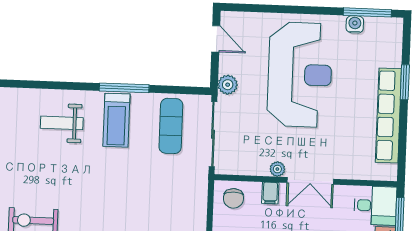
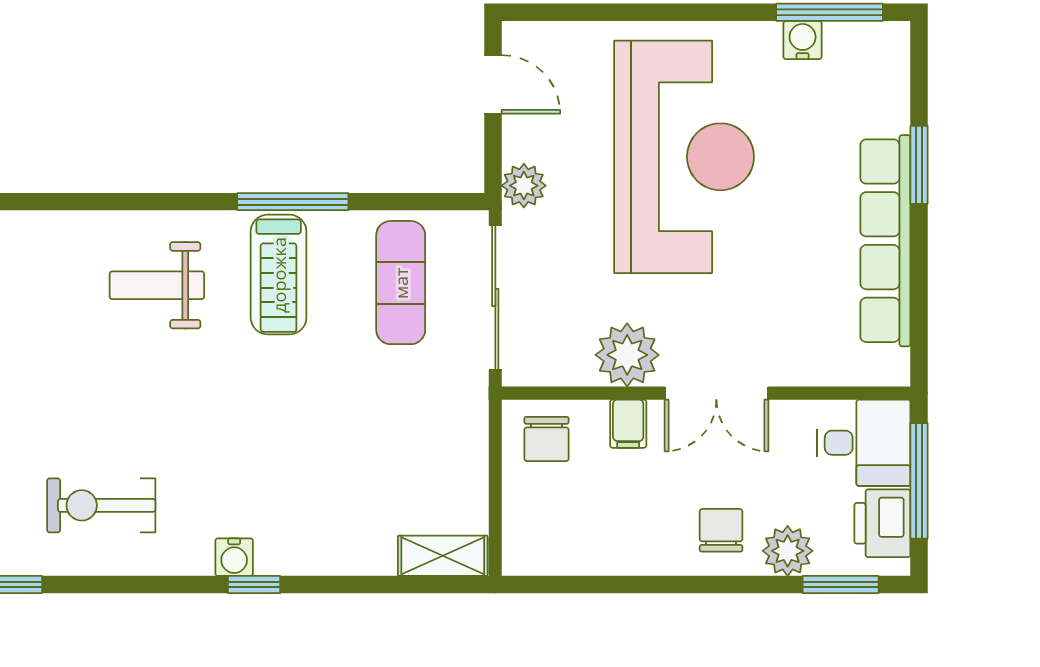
plant: (277, 169) -> (627, 355), width x1.88, depth x1.88

